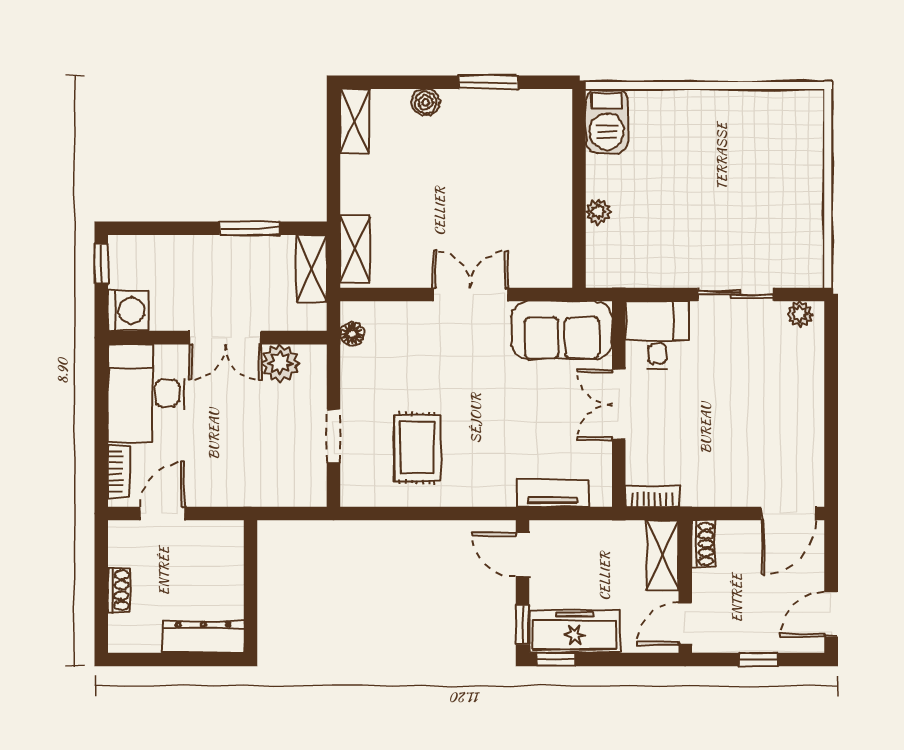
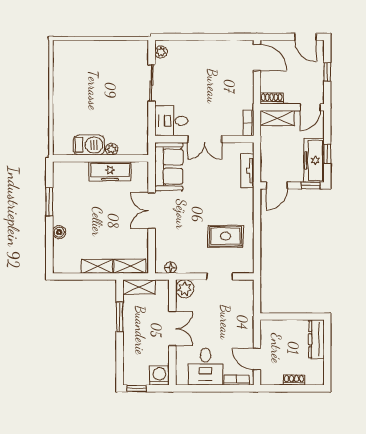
shelving: (355, 121) -> (97, 266), moved
barbecue: (607, 121) -> (89, 145), moved
freezer: (552, 208) -> (110, 171), added
plant: (280, 363) -> (185, 289), moved
desk: (146, 393) -> (205, 367), width x0.73
door: (685, 624) -> (310, 107), hinge flipped
window: (556, 659) -> (327, 154), moved

